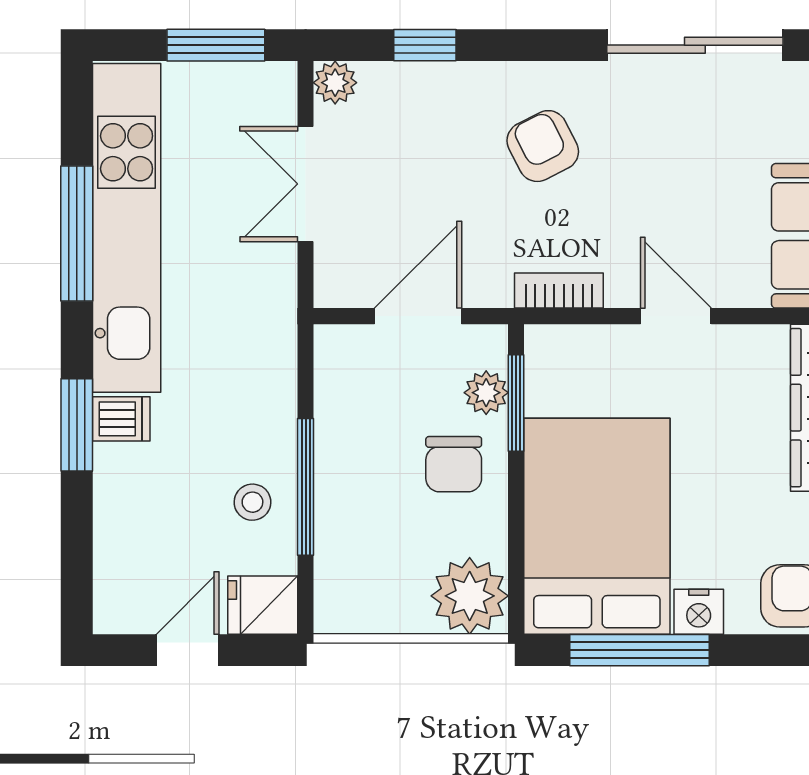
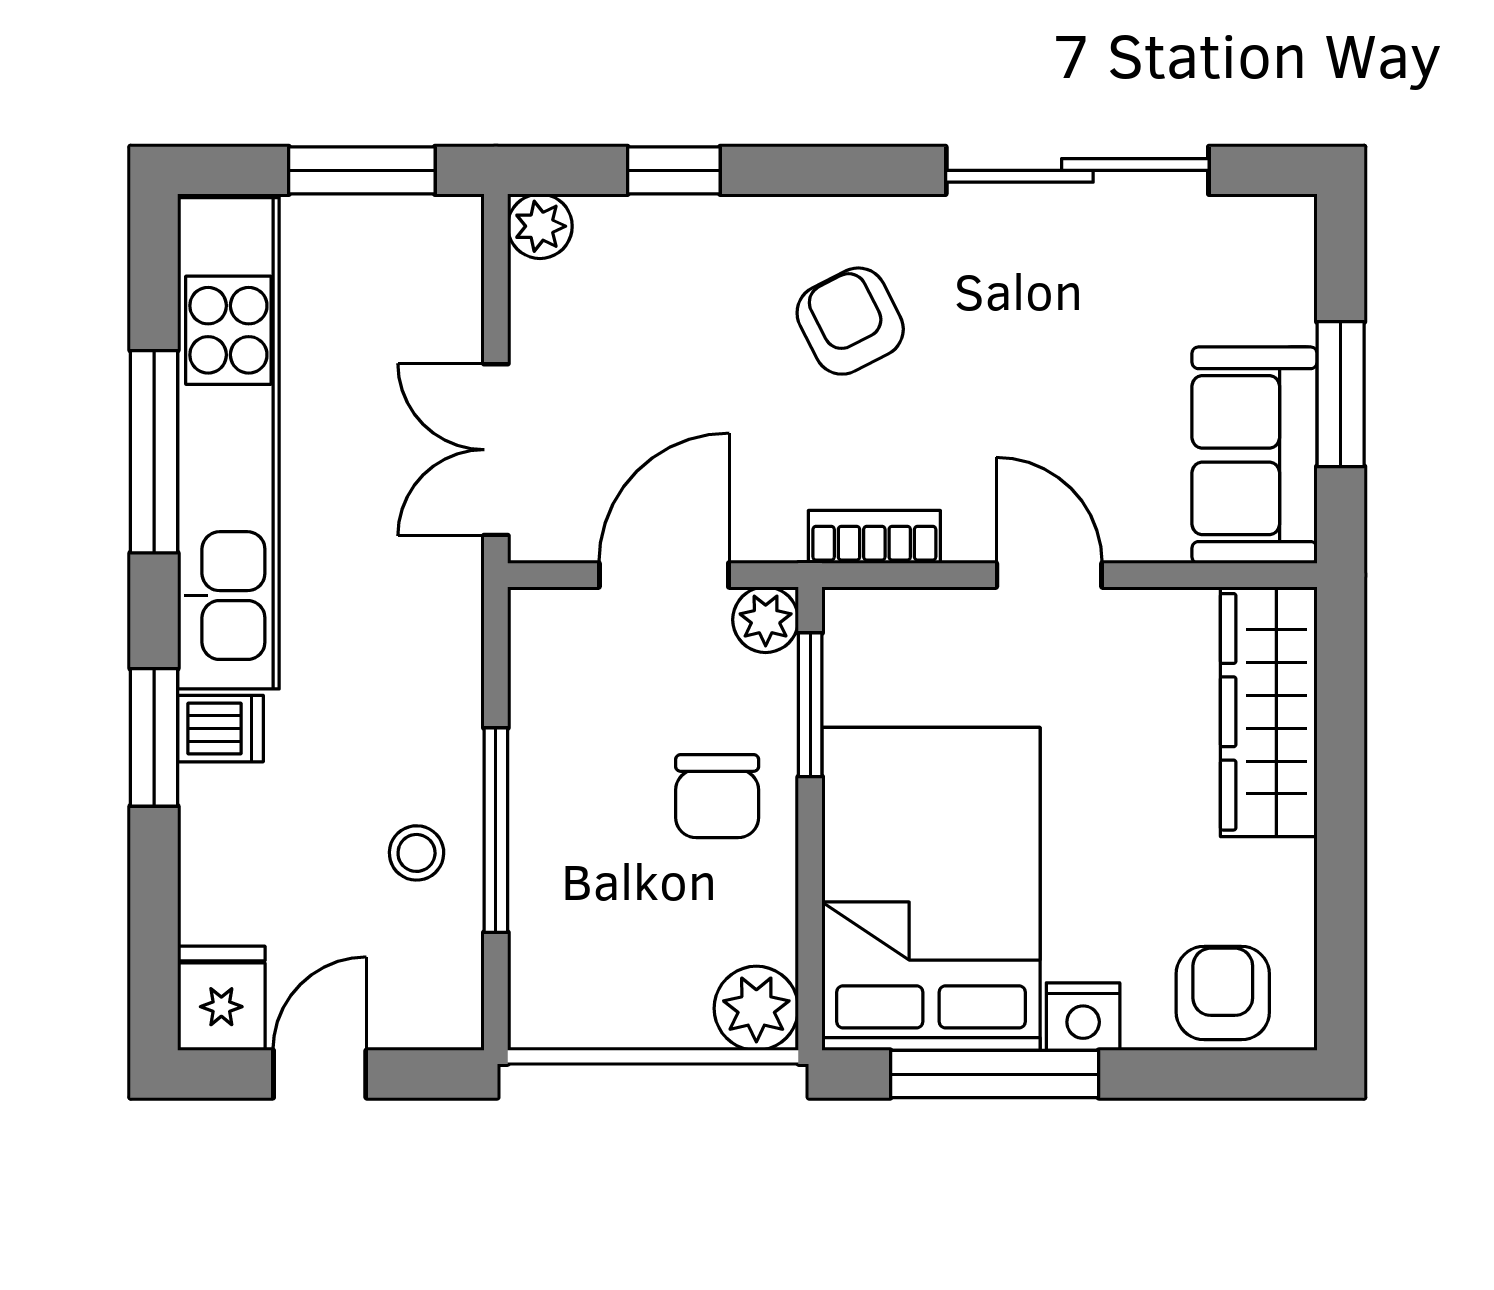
double door: (306, 184) -> (496, 450), moved
plant: (486, 393) -> (766, 620), moved
plant: (470, 596) -> (756, 1008), width x0.73, depth x0.73
fridge: (263, 605) -> (221, 998), moved, turned 90

